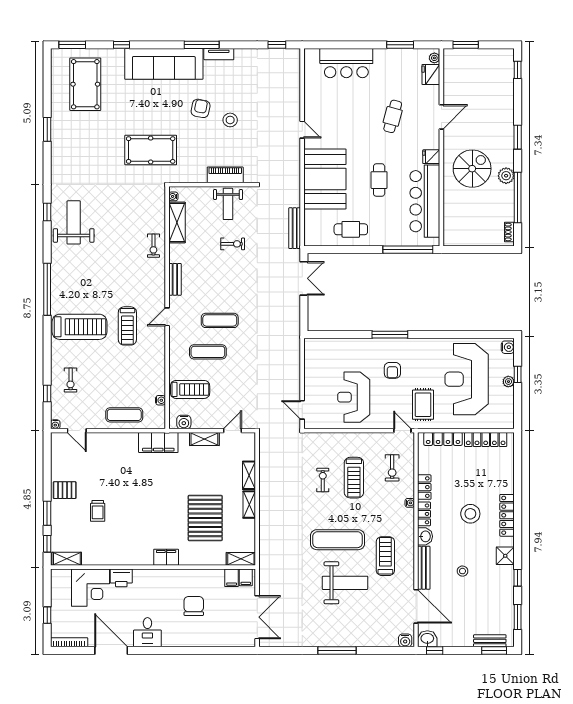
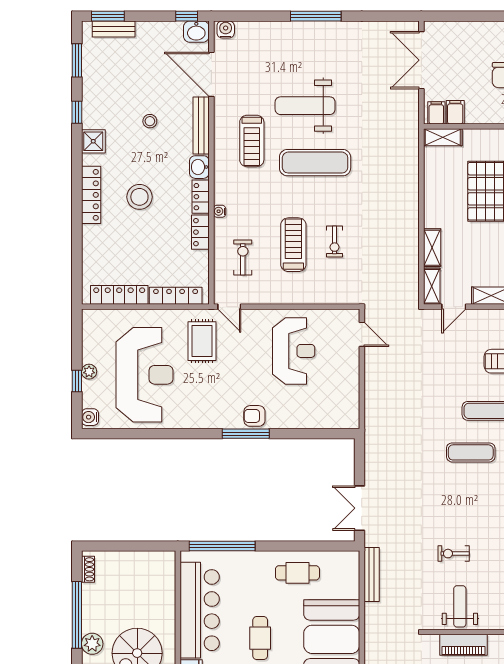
armchair: (392, 370) -> (254, 416), moved, turned -90
shelving: (249, 505) -> (432, 286), moved

